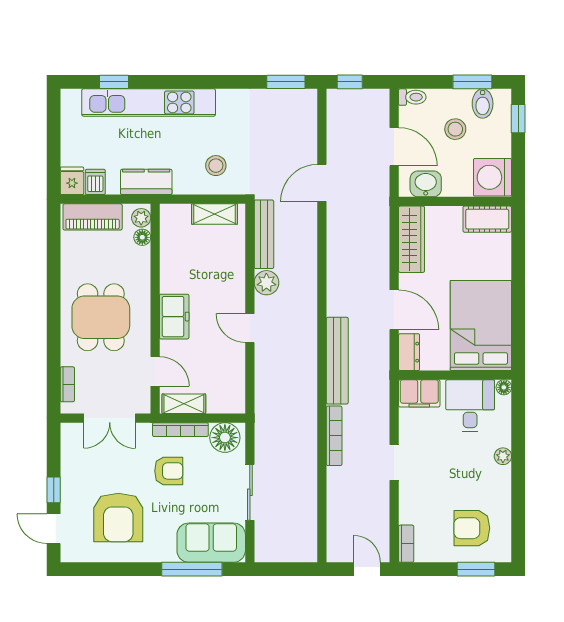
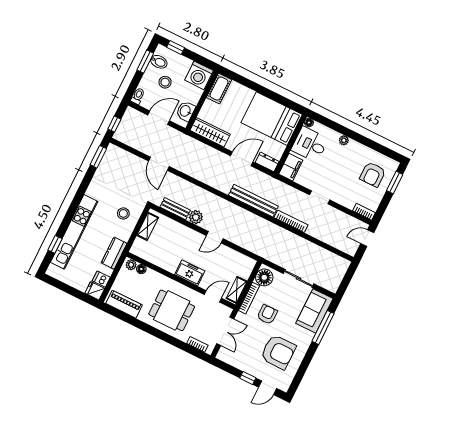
piano: (93, 217) -> (124, 304), moved, turned -90
bench: (264, 234) -> (175, 209), width x0.73

